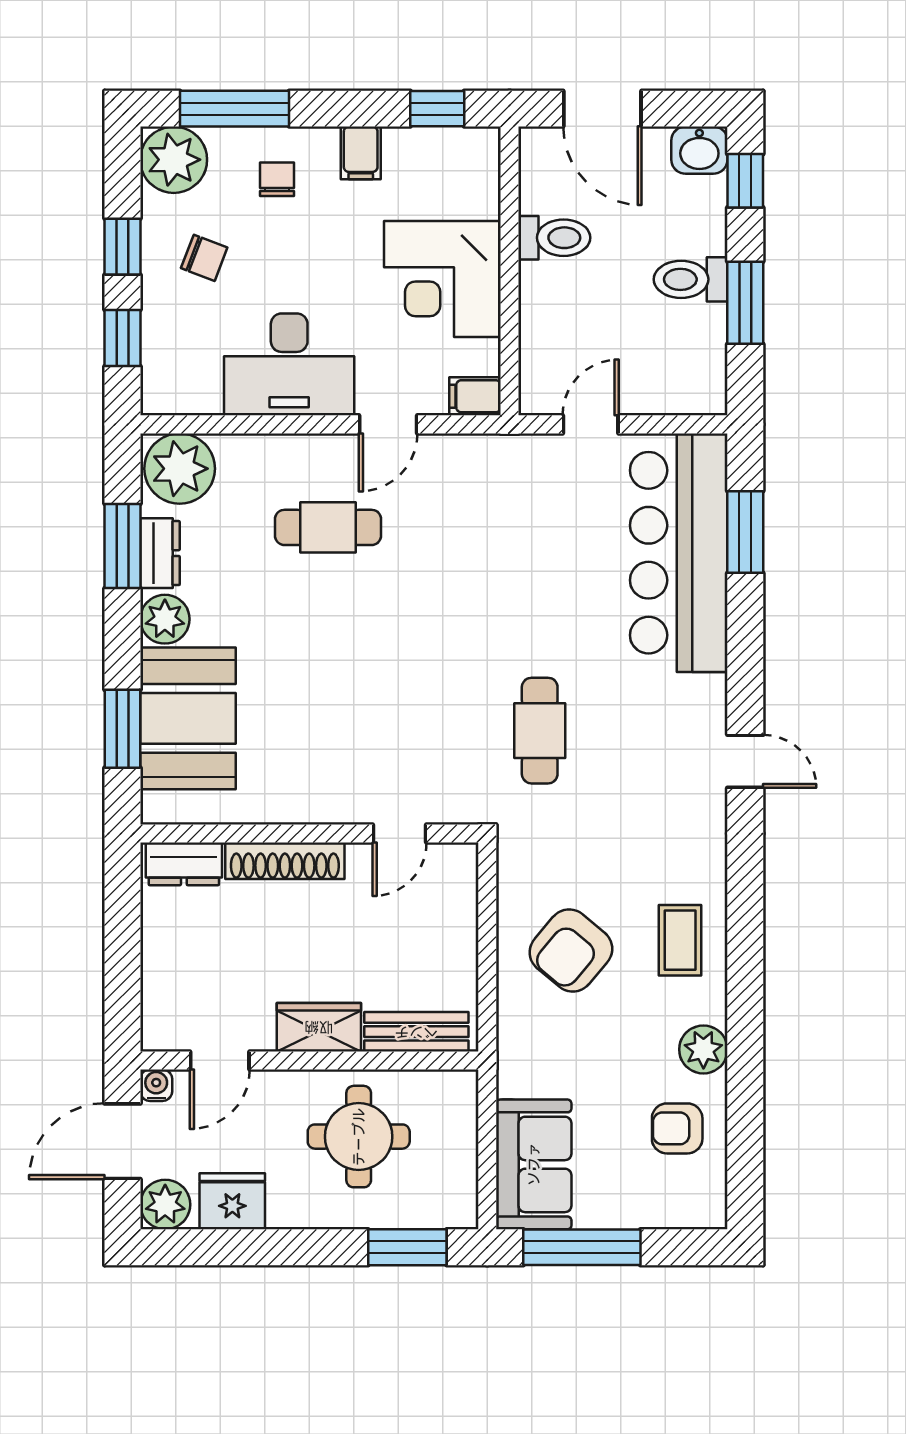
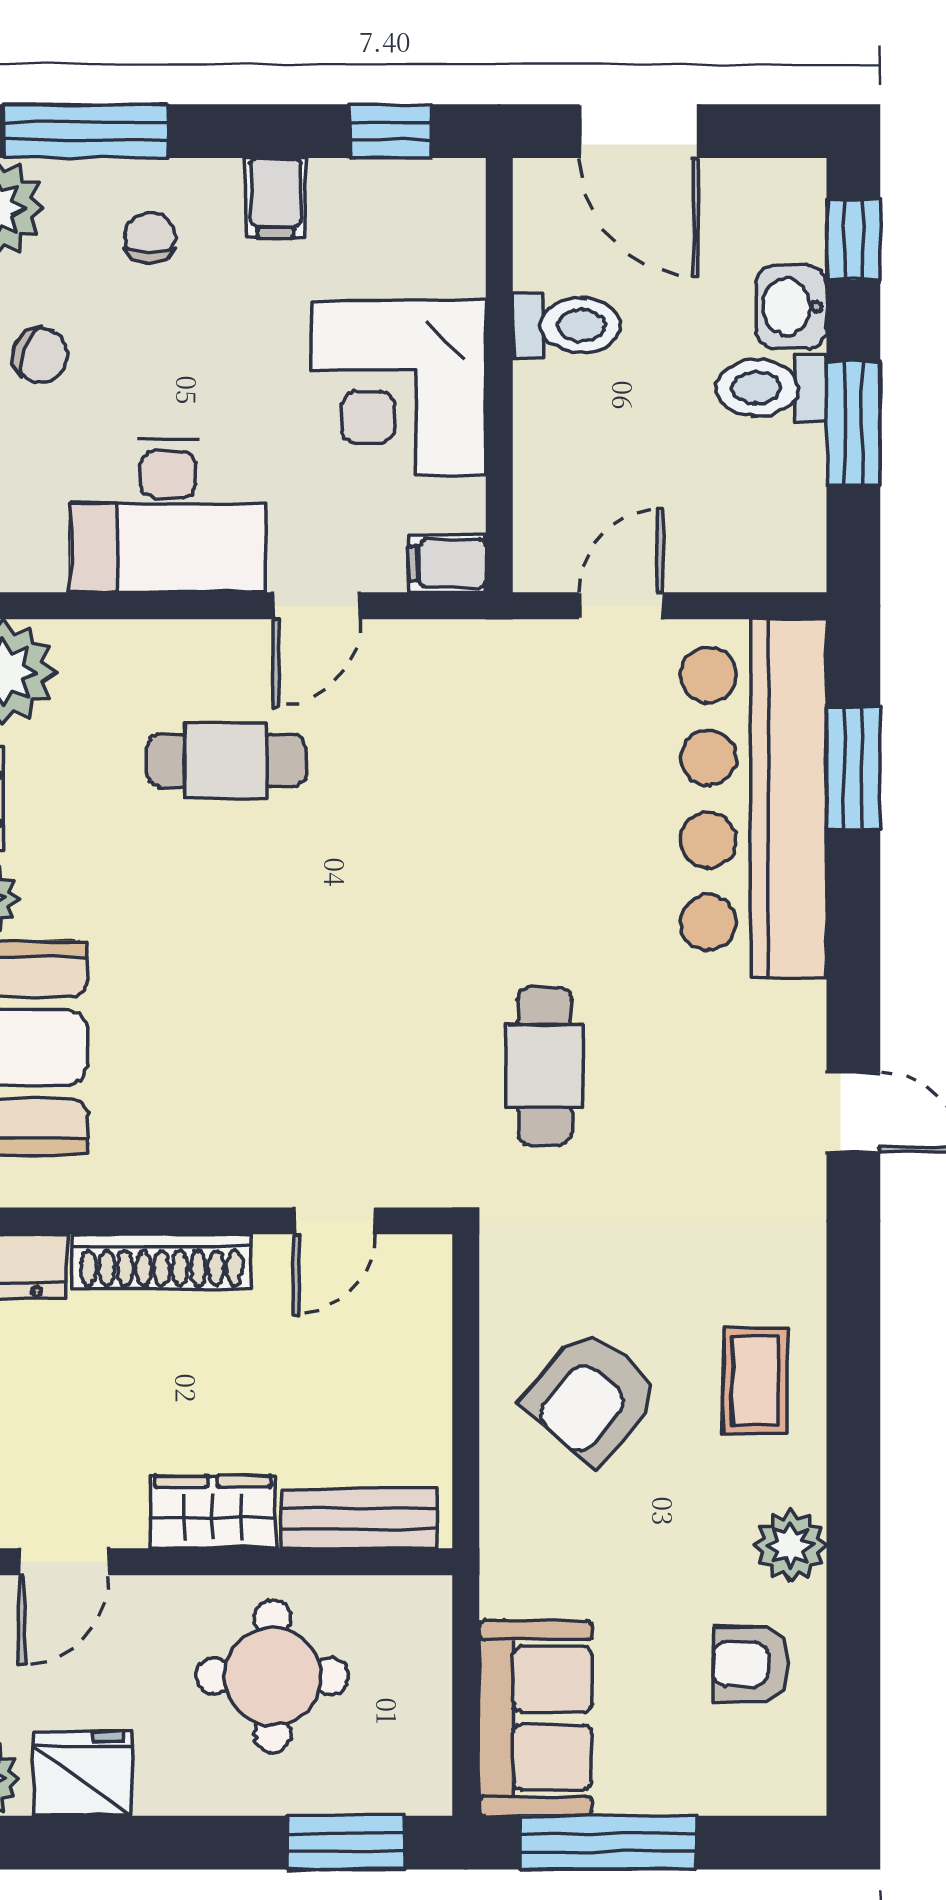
washbasin: (699, 150) -> (791, 307), moved, turned 90

